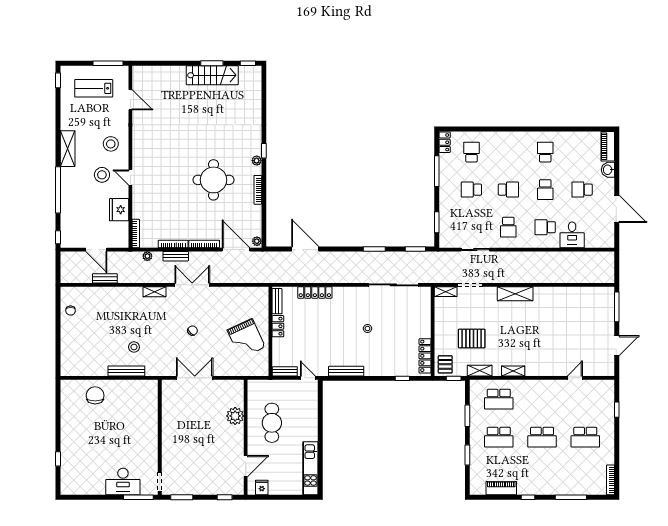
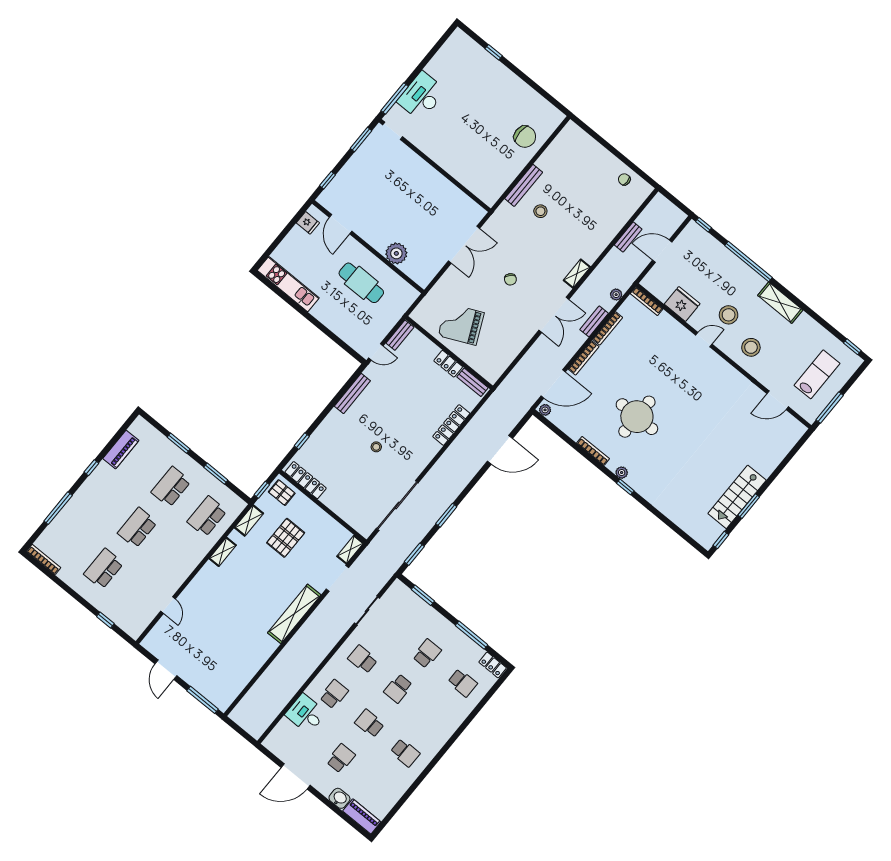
shelving: (515, 294) -> (294, 614), width x1.47

